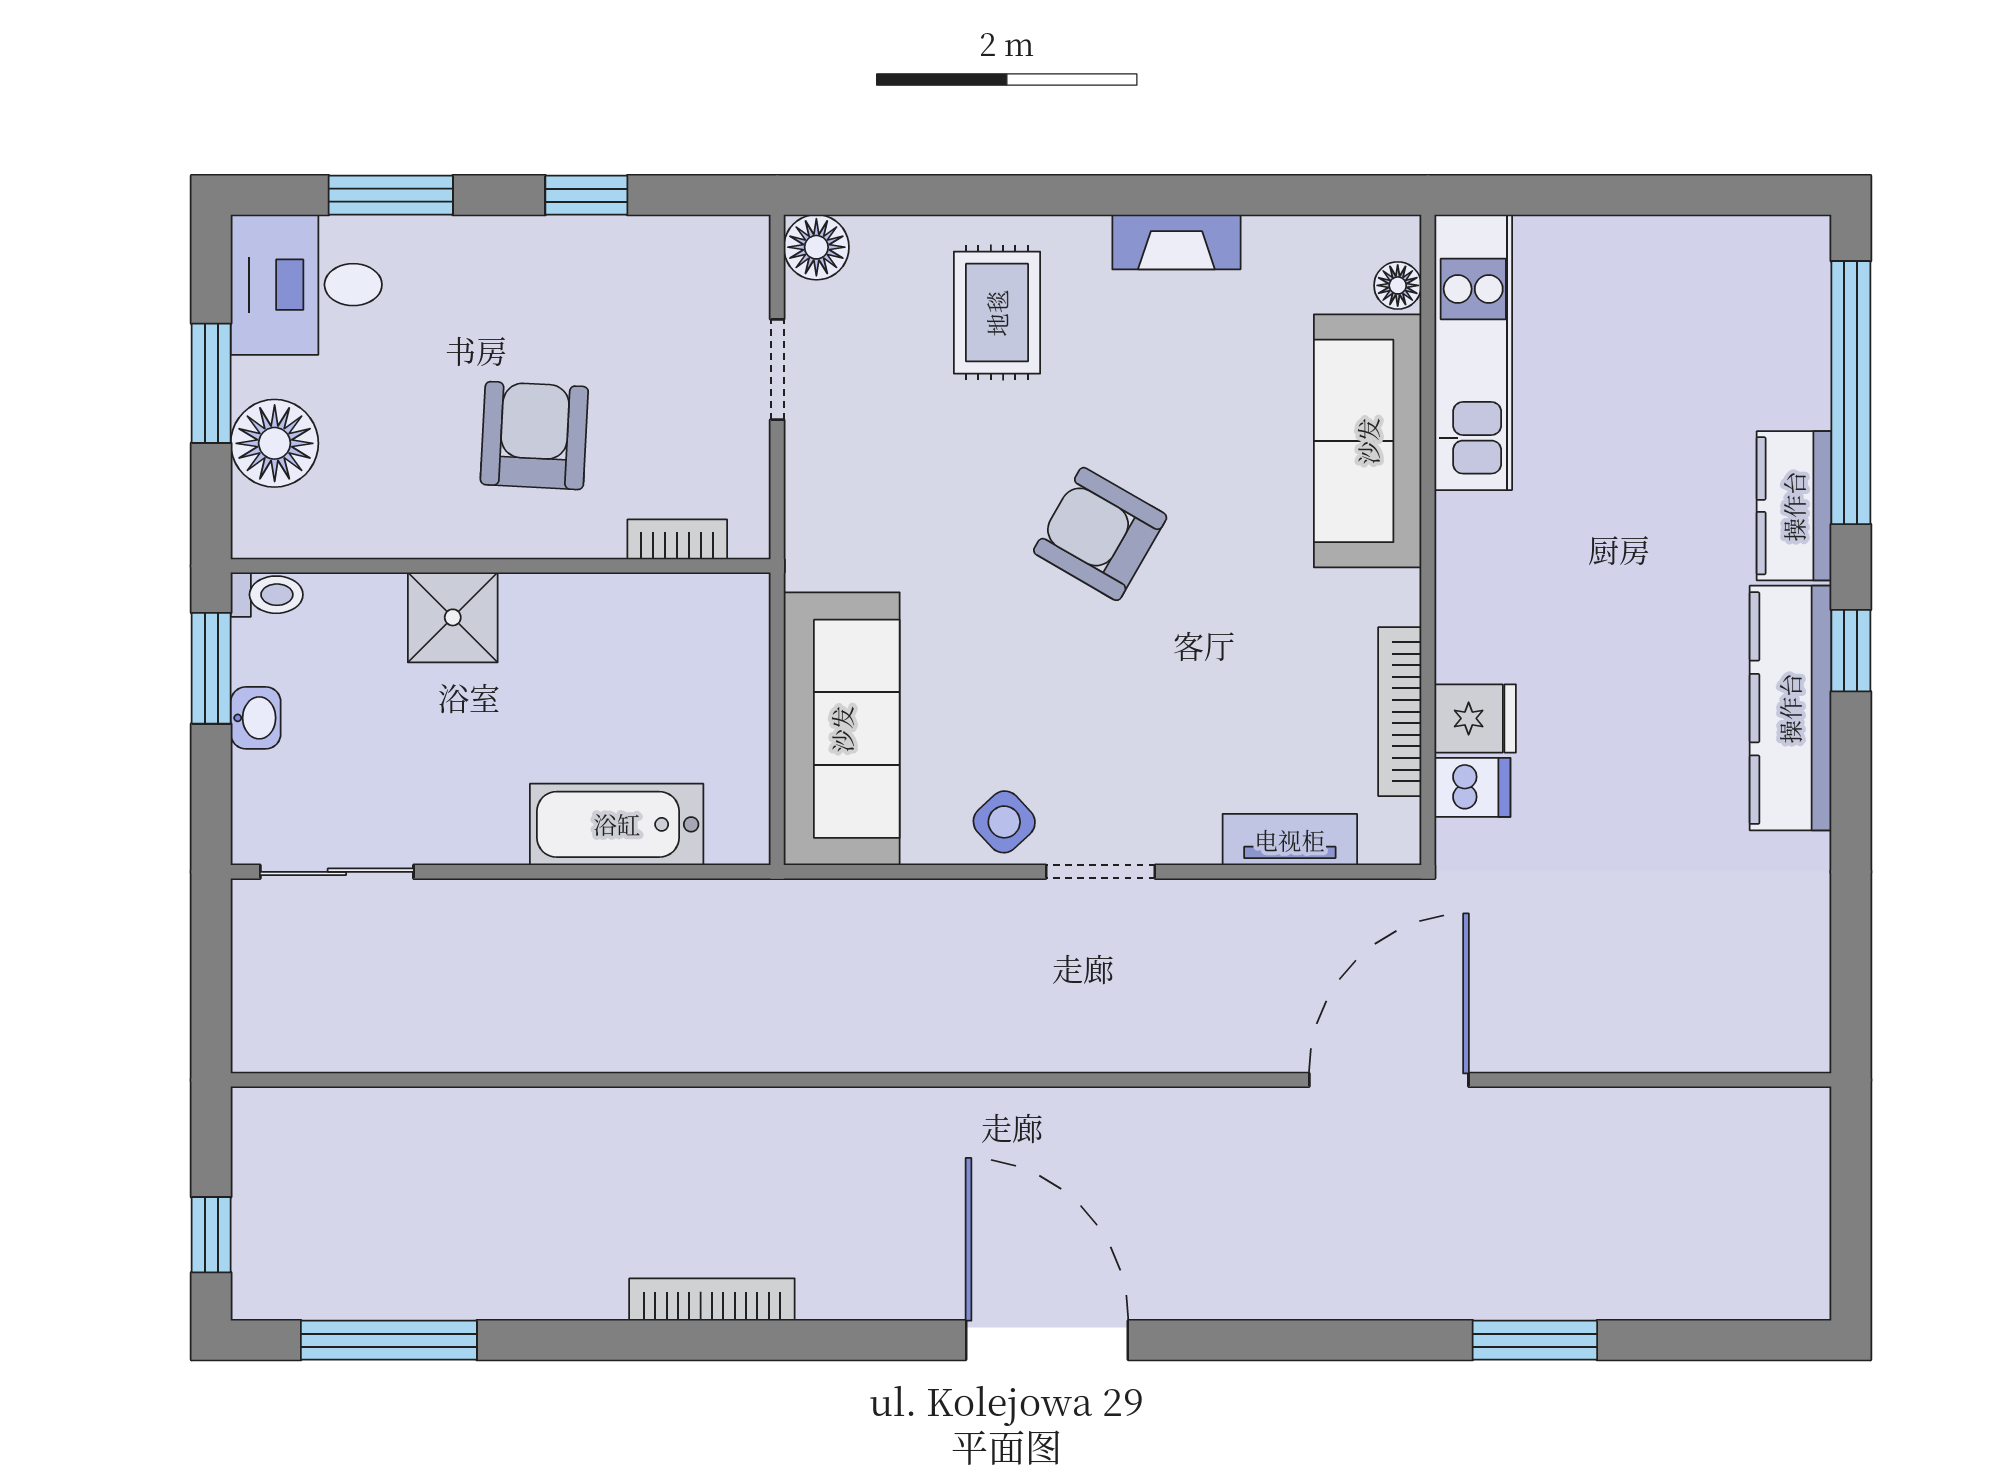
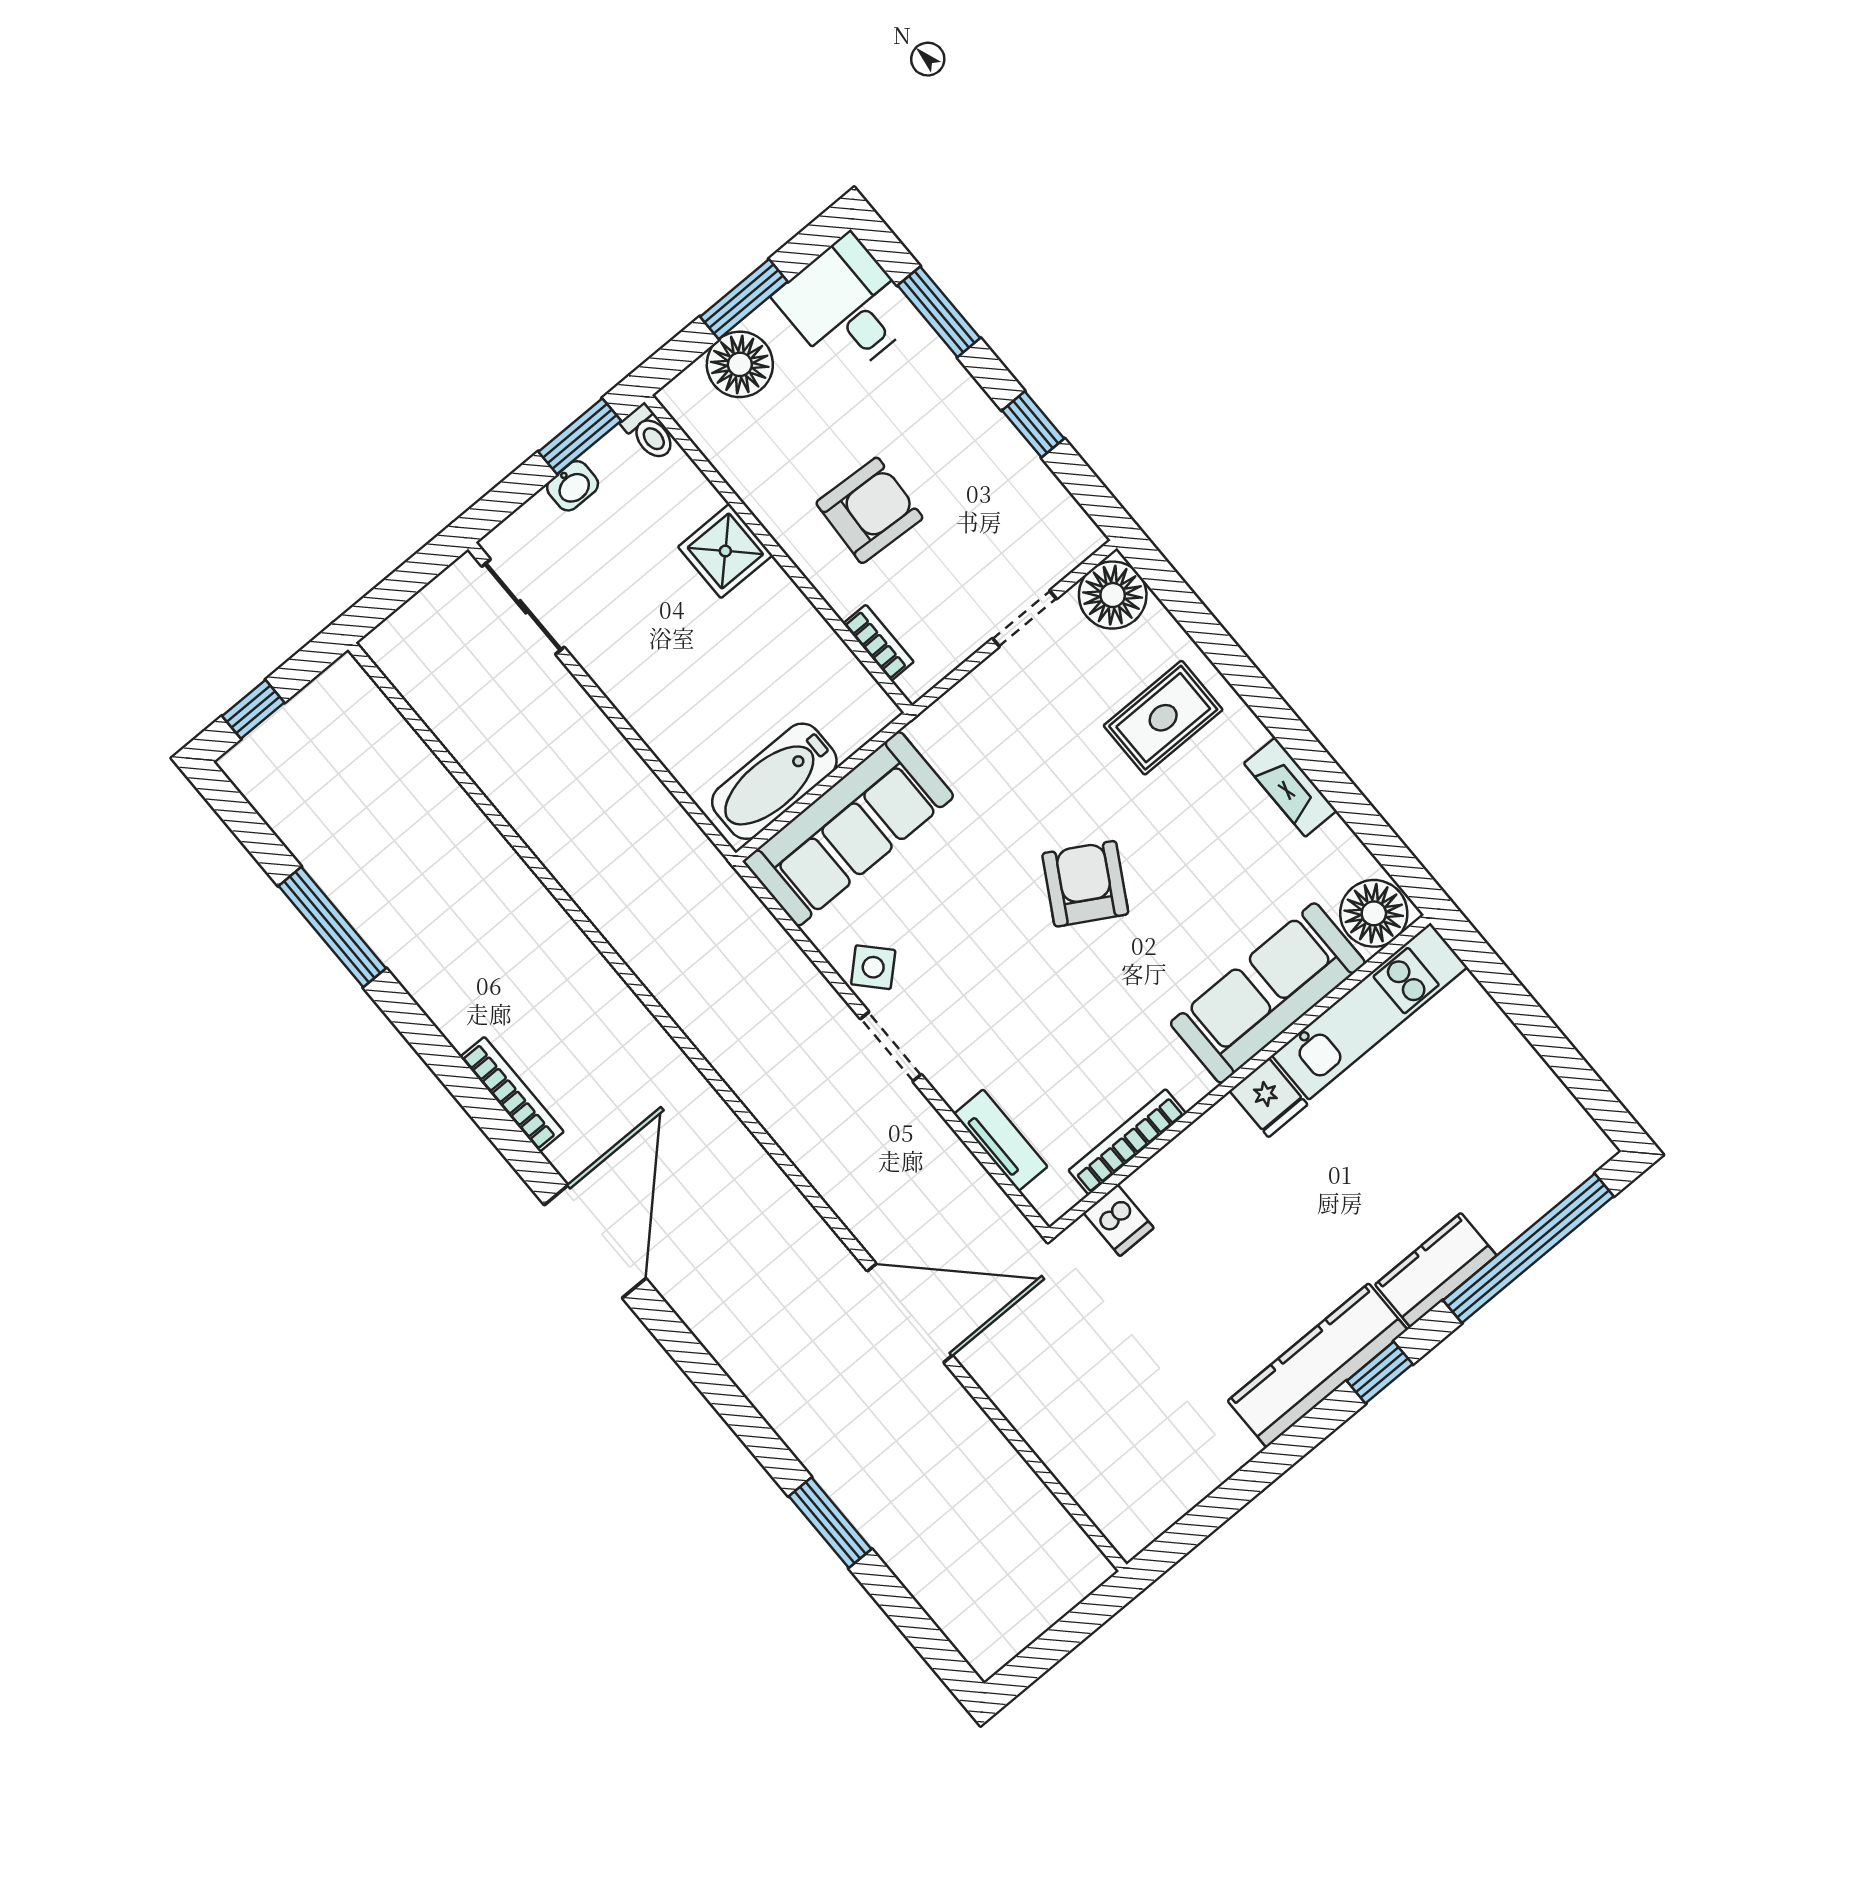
floor lamp: (816, 247) -> (1113, 595), width x1.38, depth x1.38
floor lamp: (1398, 285) -> (1374, 913), width x1.89, depth x1.89
fridge: (1475, 718) -> (1269, 1098), moved
bathtub: (617, 824) -> (774, 781), moved, turned -90
bookcase: (712, 1300) -> (512, 1094), moved
window: (389, 1340) -> (332, 927), moved

